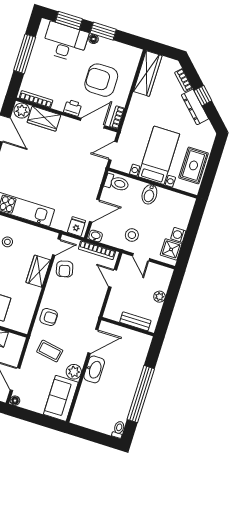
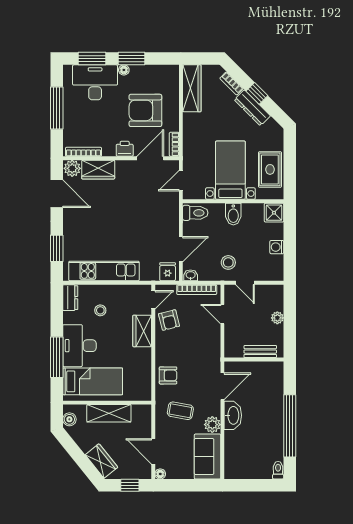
shower: (171, 249) -> (274, 213), moved

